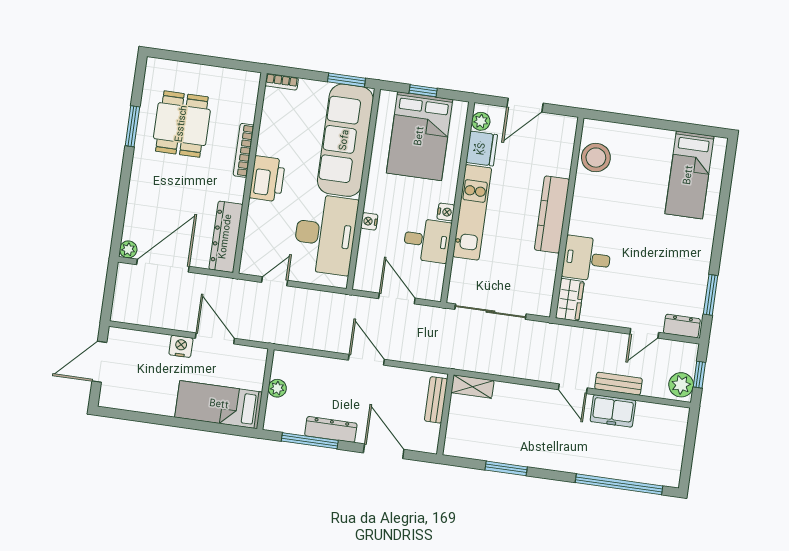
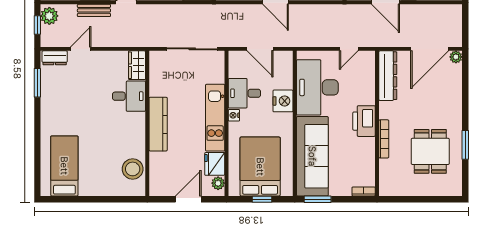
nightstand: (369, 221) -> (283, 101), width x1.89, depth x1.79

